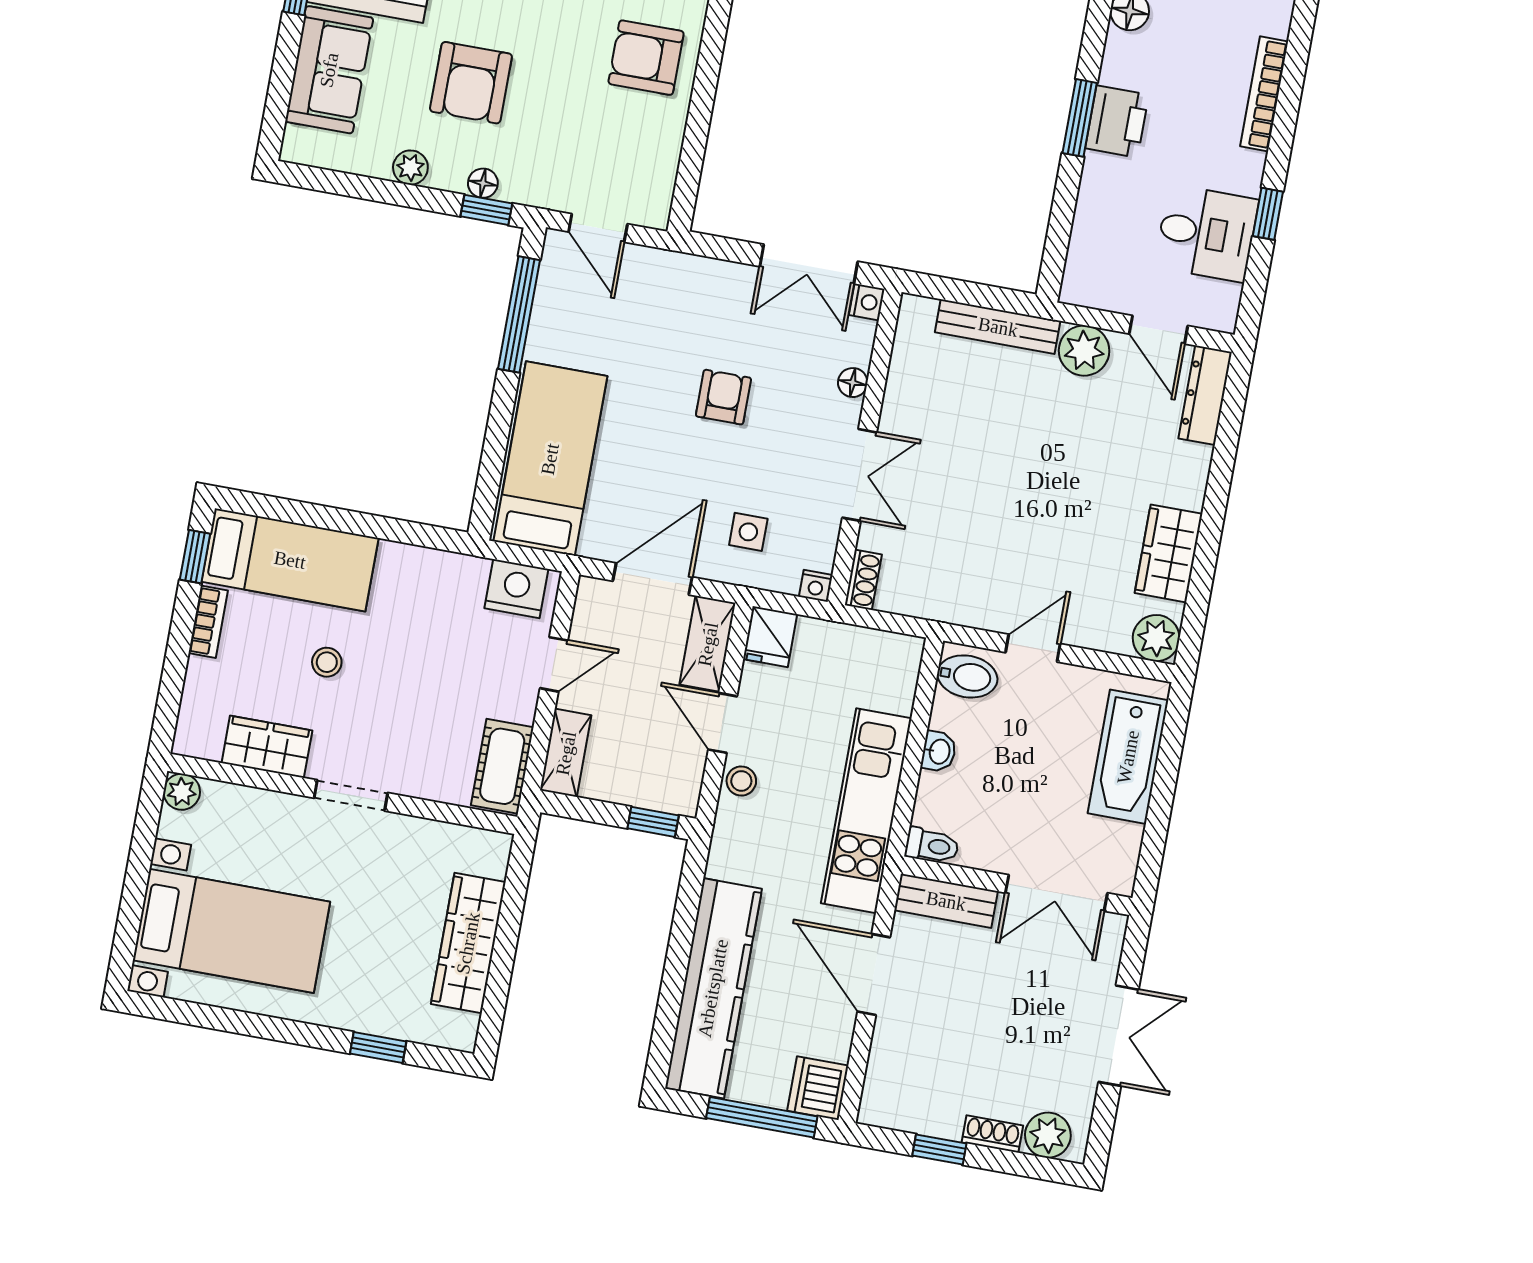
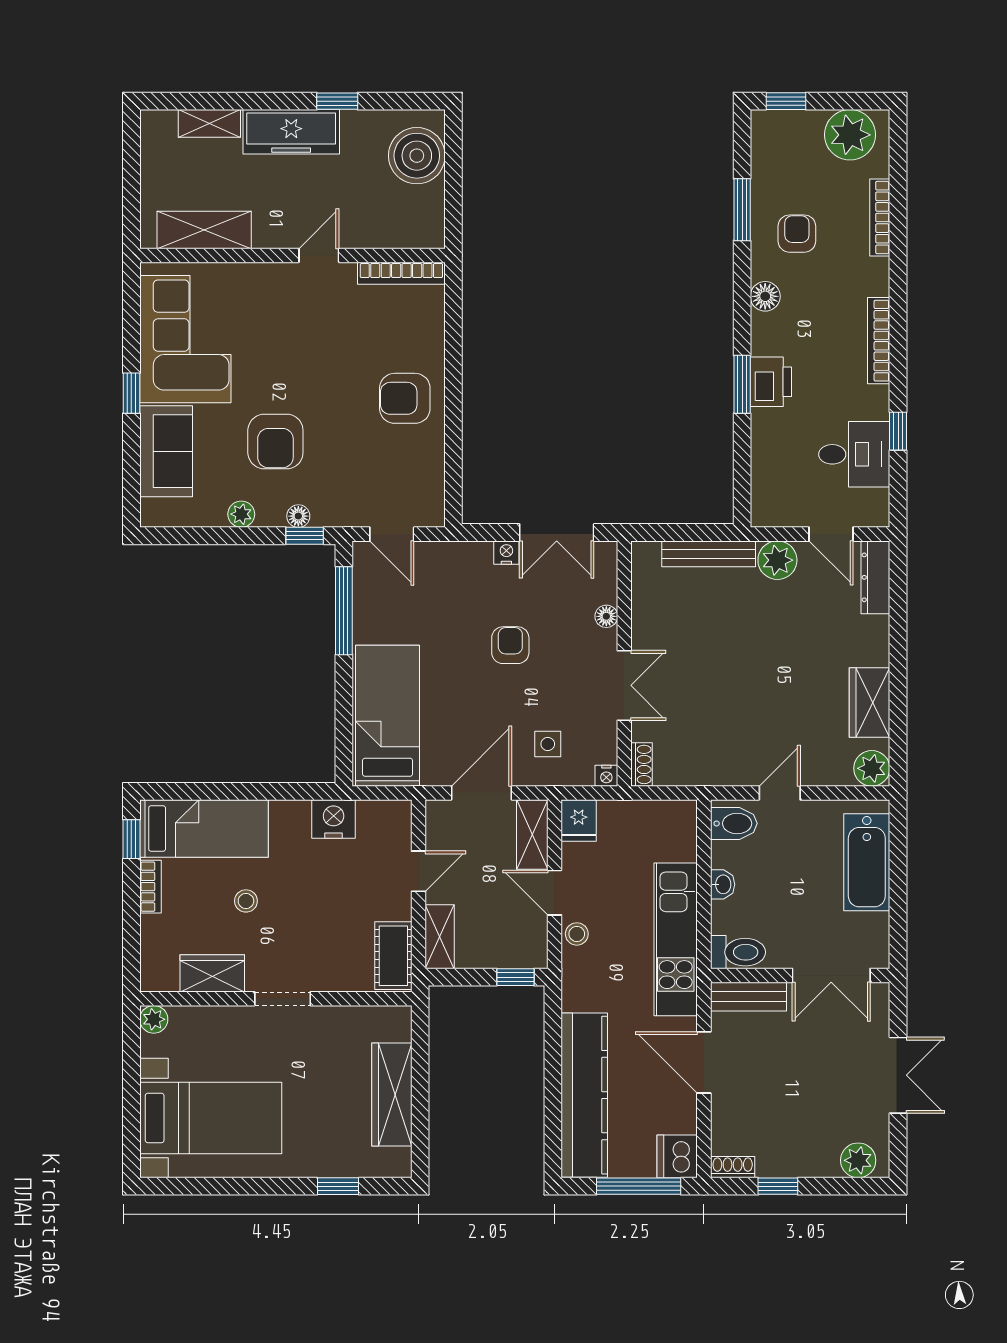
nightstand: (867, 302) -> (506, 553), moved, turned -90
nightstand: (516, 589) -> (334, 819), moved
toilet: (932, 846) -> (738, 952), width x1.37, depth x1.39
shoe rack: (992, 1134) -> (733, 1167), moved

